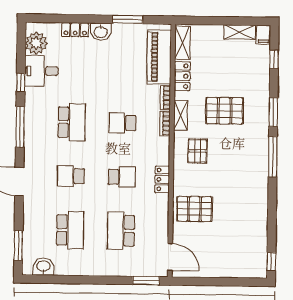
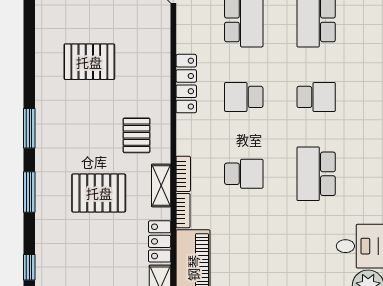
window: (273, 157) -> (29, 128), width x0.69
locker: (162, 179) -> (186, 84), width x1.53
pallet: (194, 209) -> (89, 62), moved

